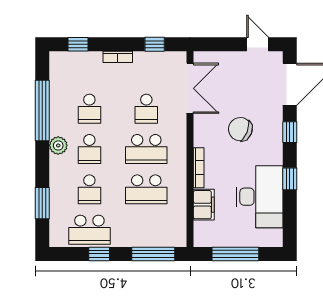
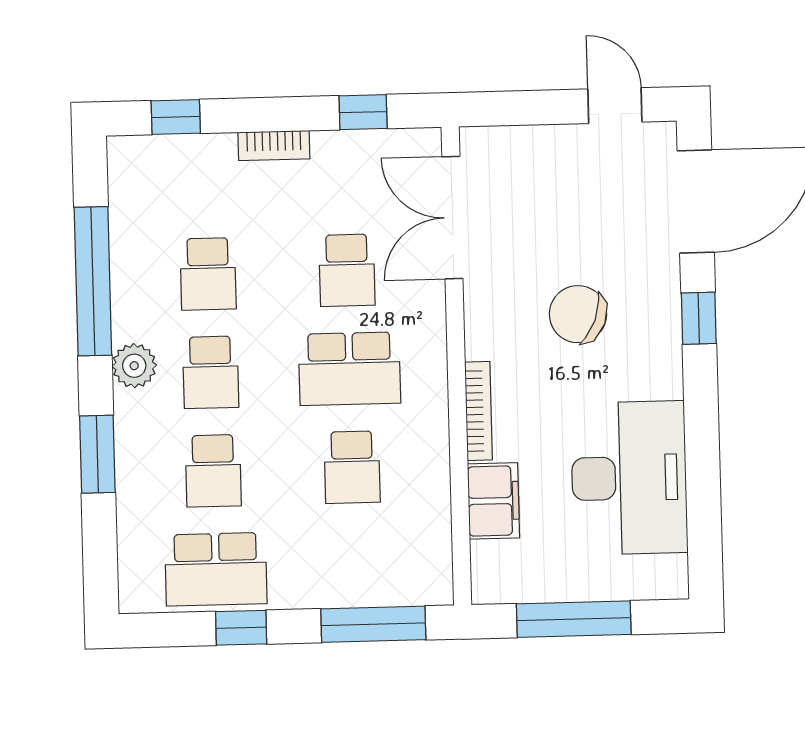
double door: (190, 88) -> (452, 218), swing flipped
window: (290, 179) -> (702, 432), removed
school desk: (146, 189) -> (352, 467), width x0.54
window: (42, 203) -> (97, 454), moved

